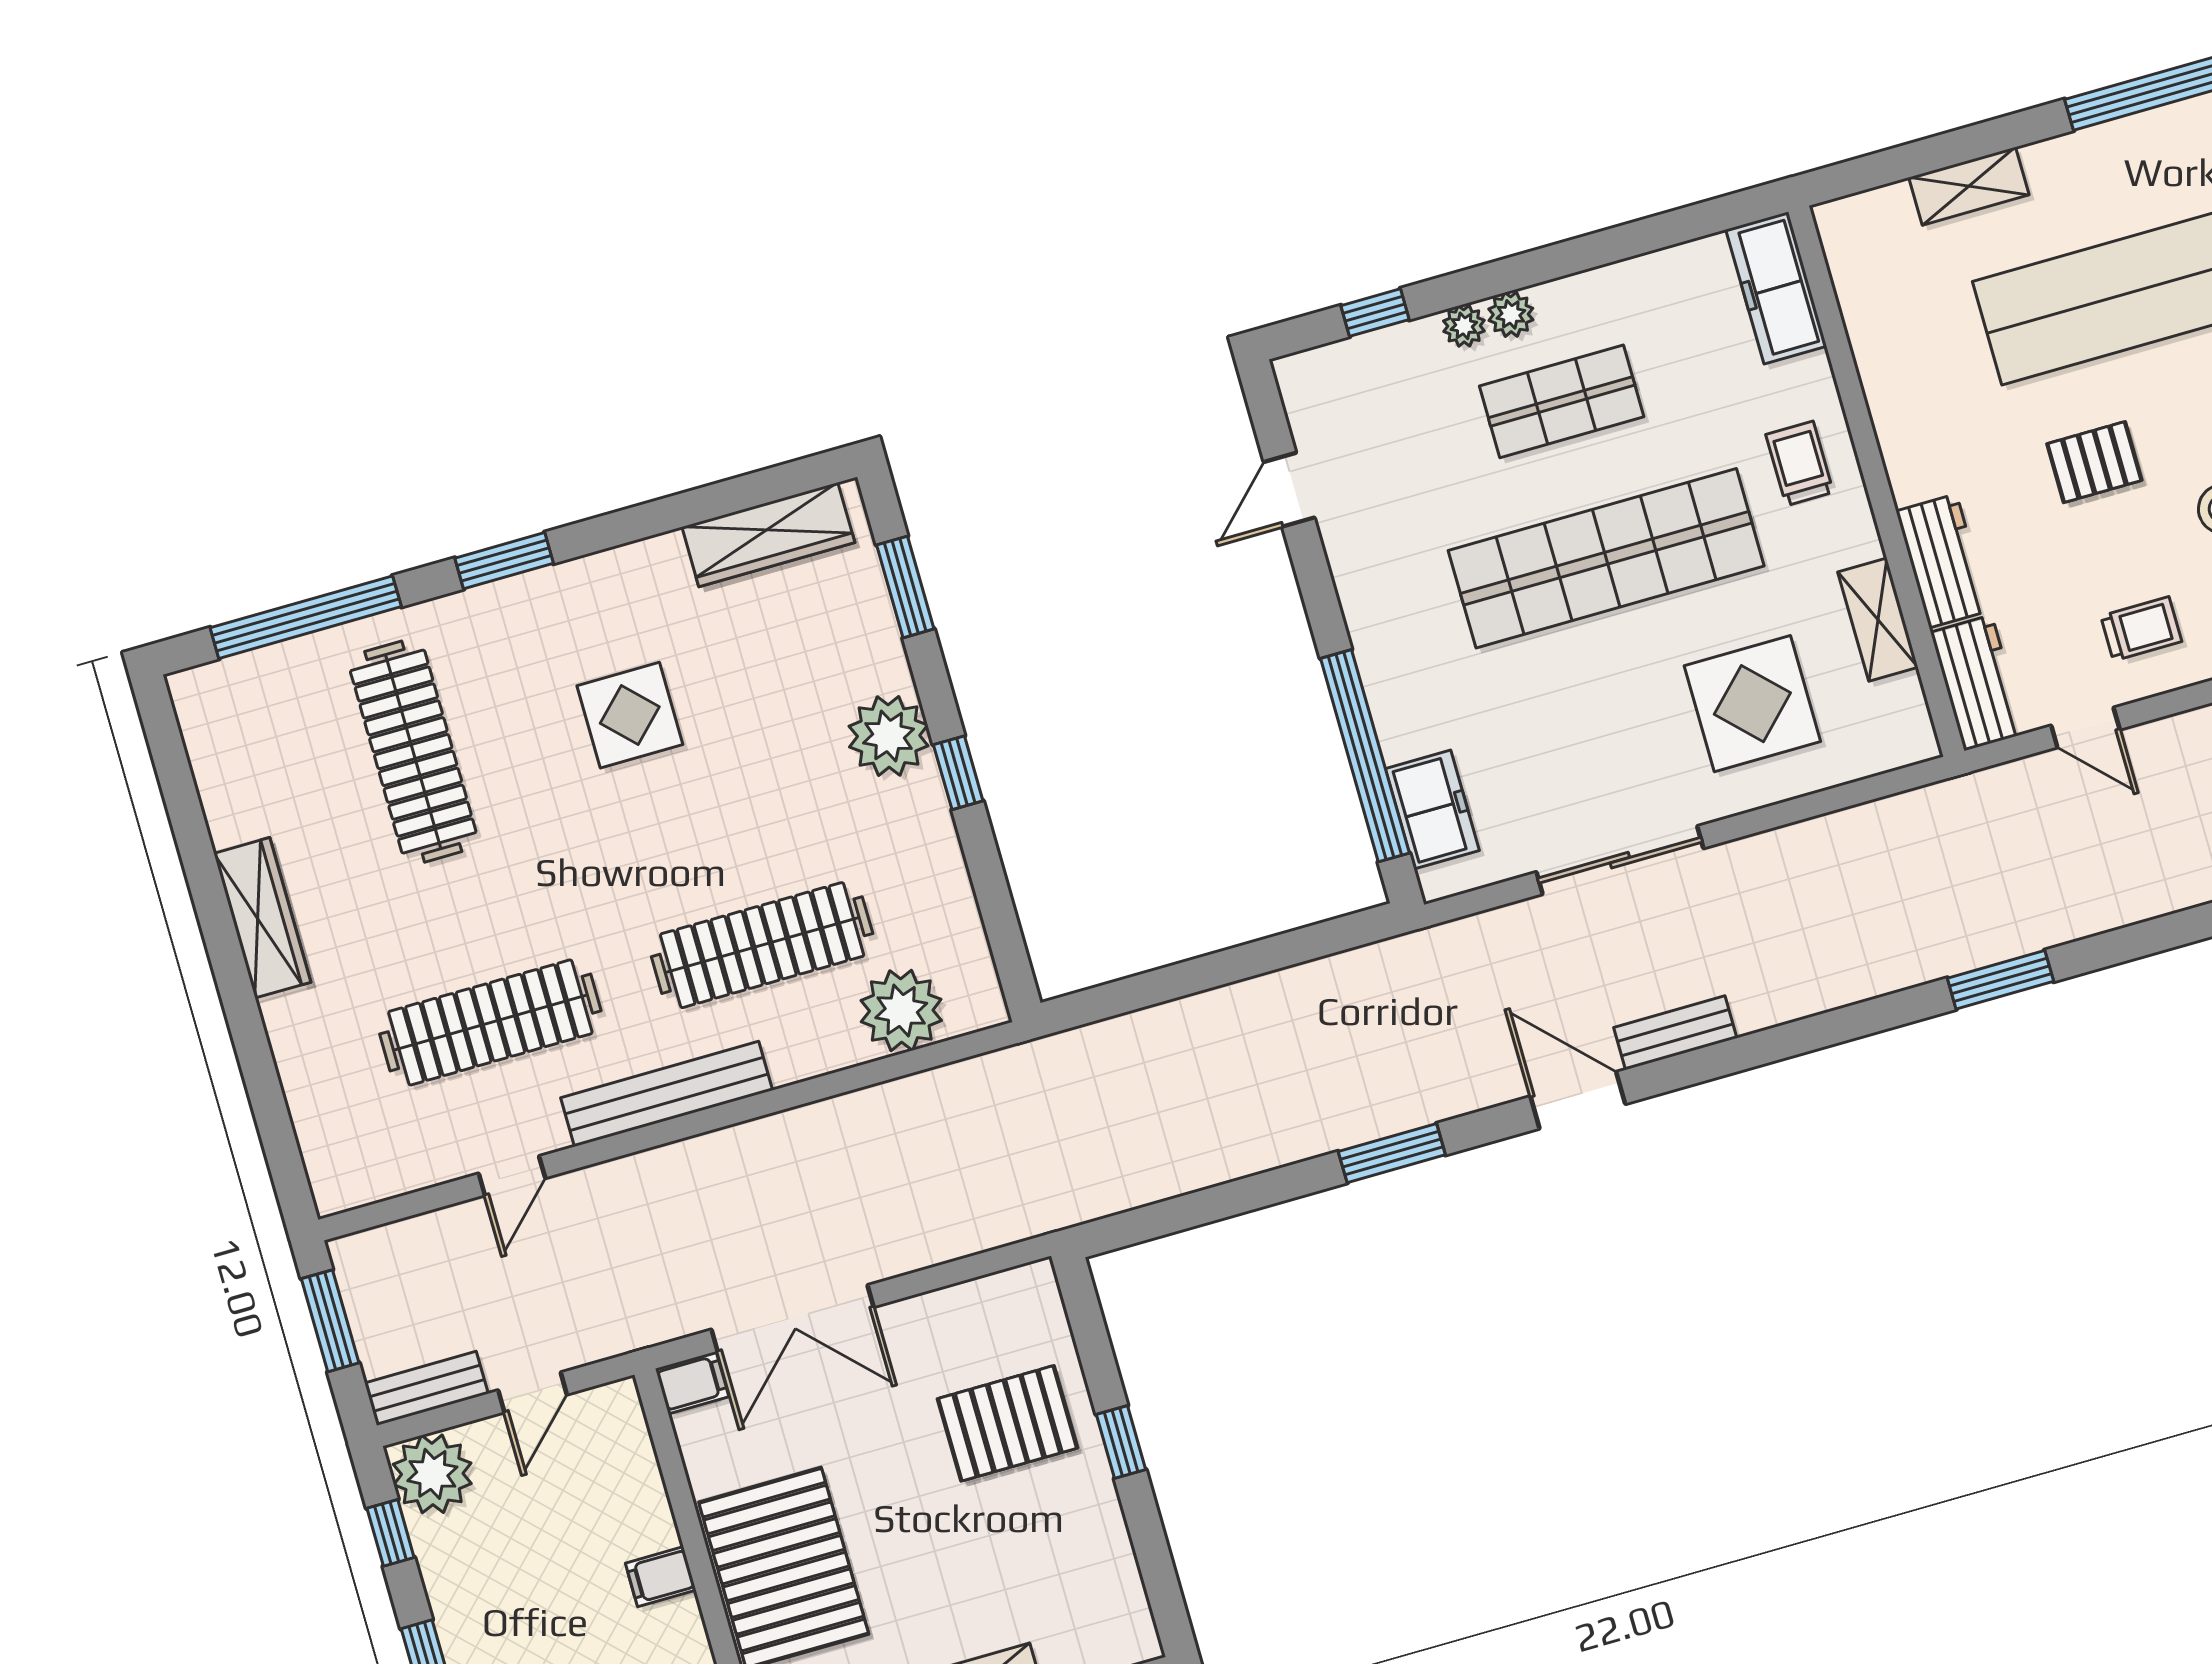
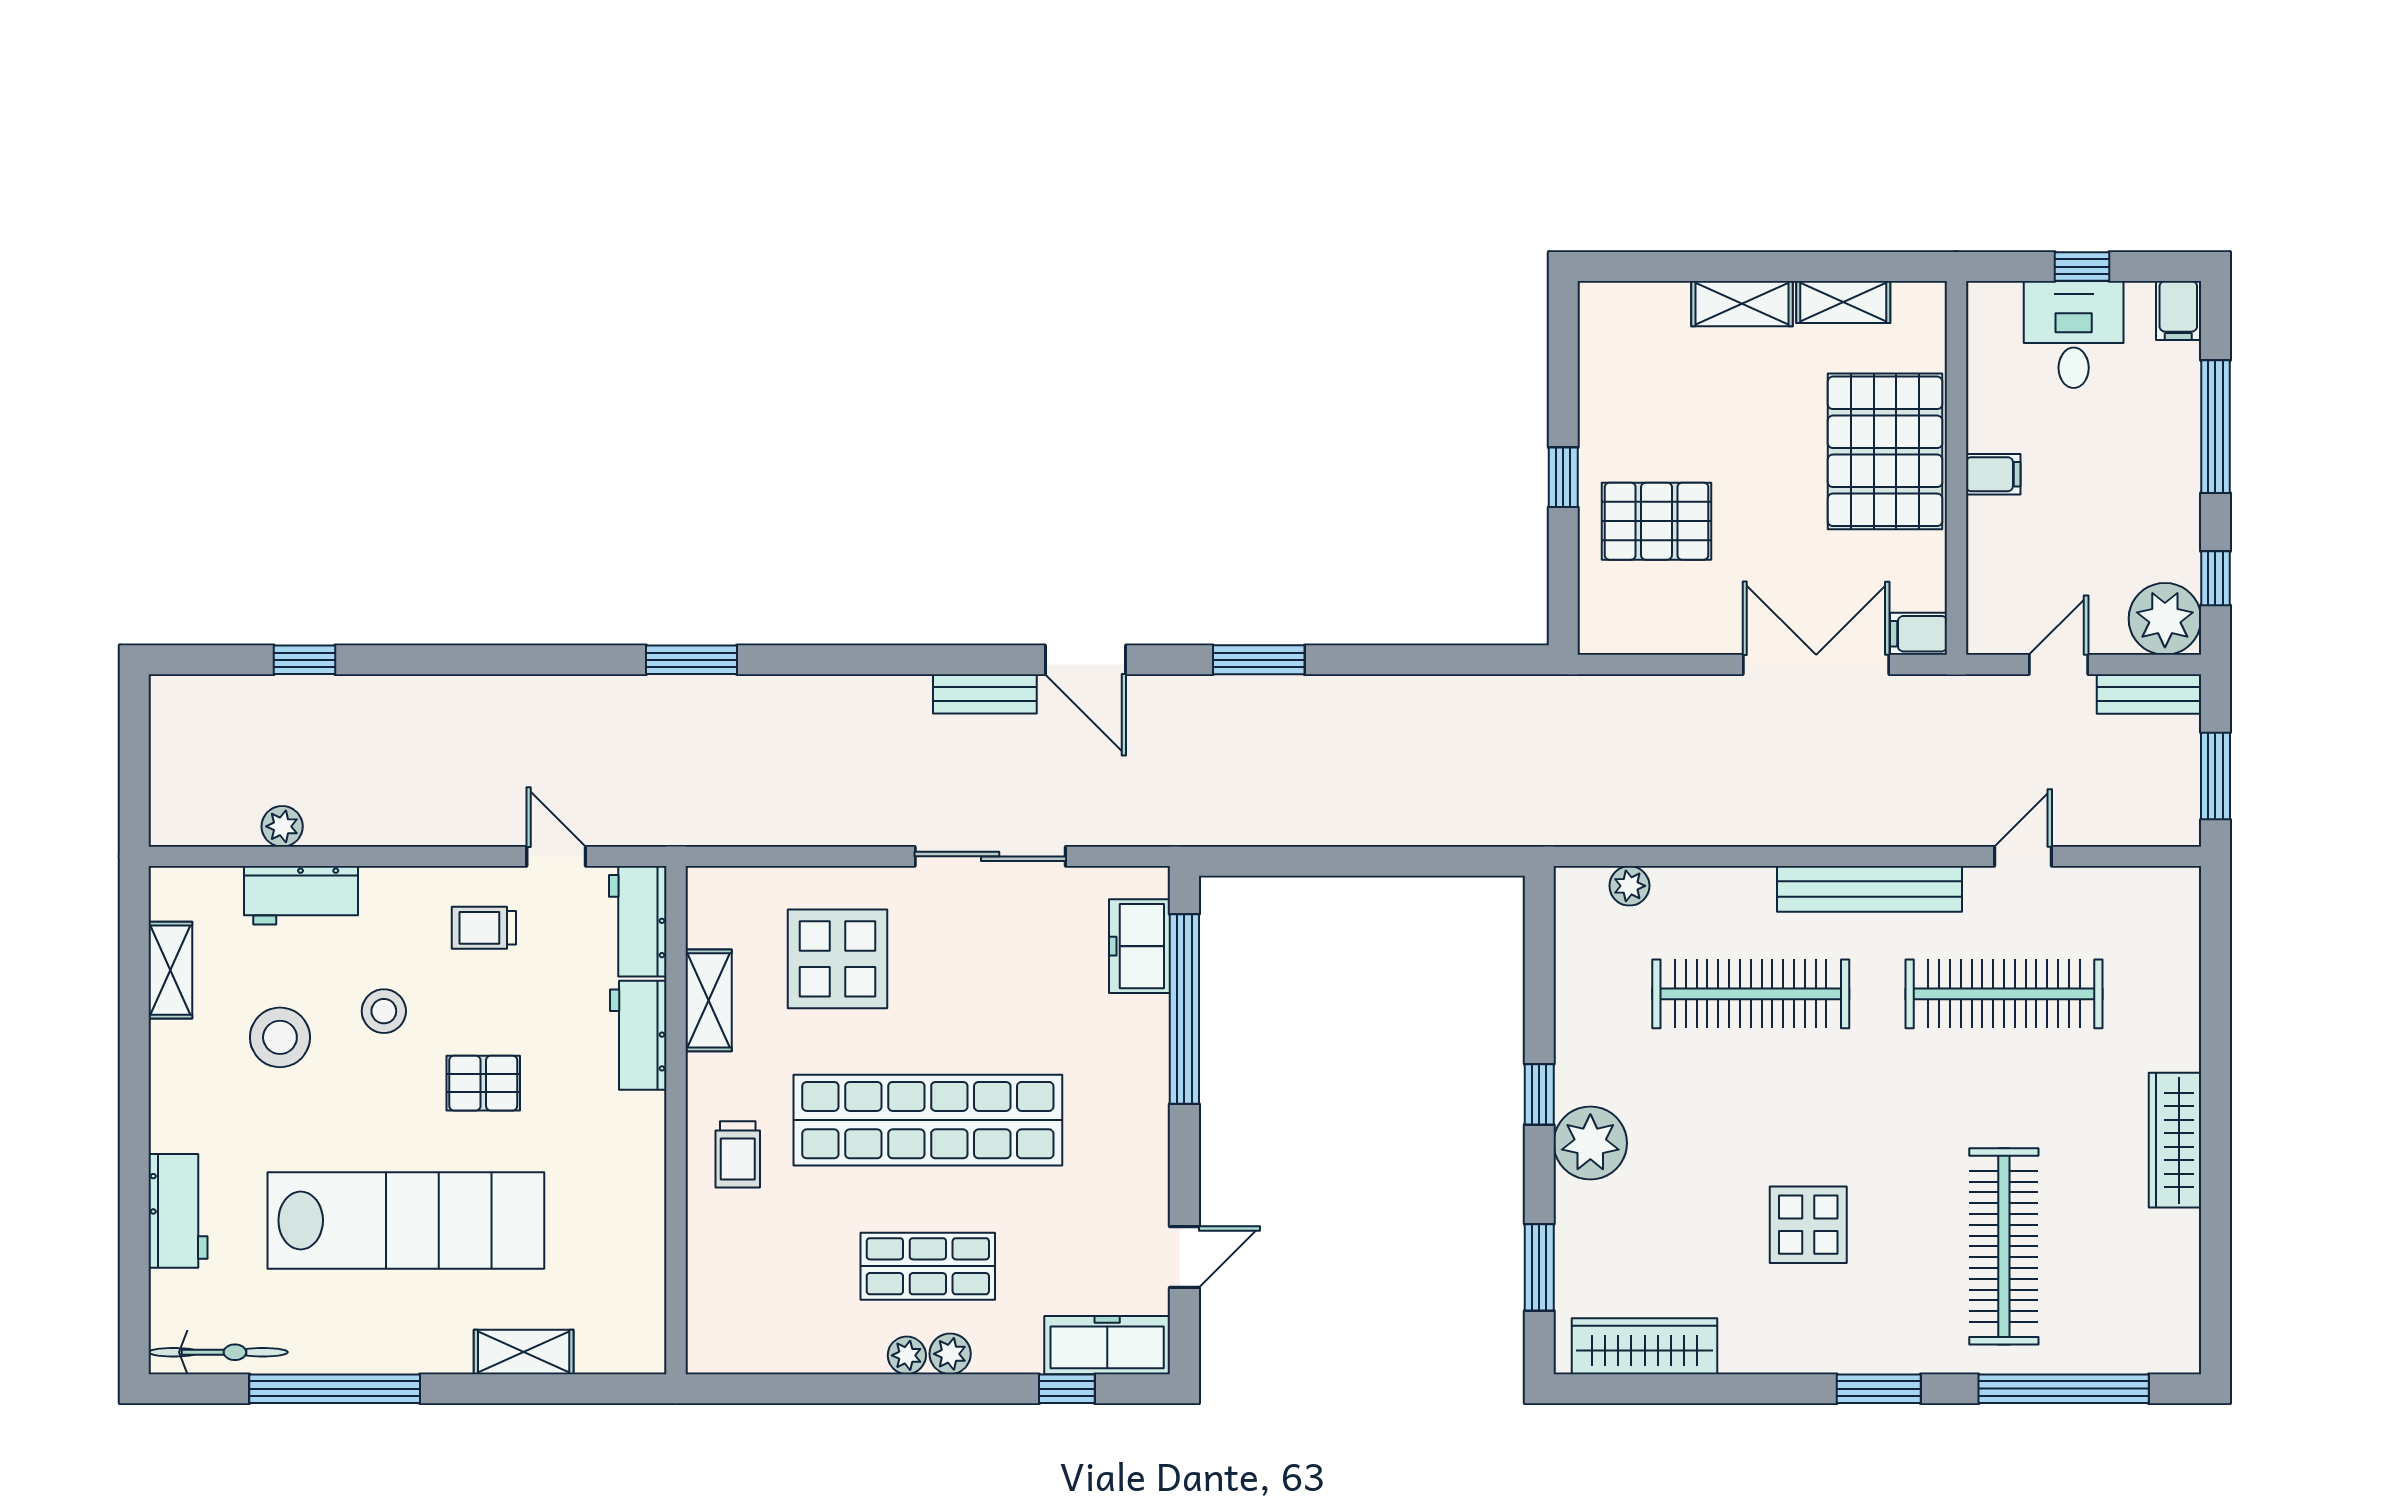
freezer: (1776, 288) -> (1107, 1345), moved, turned -90
plant: (1464, 326) -> (907, 1355), moved
plant: (901, 1011) -> (1629, 886), width x0.53, depth x0.53

